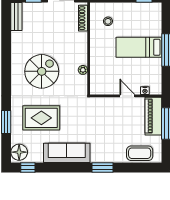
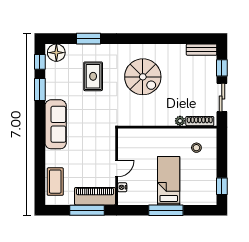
plant: (83, 70) -> (180, 121), moved
rug: (41, 118) -> (93, 76), width x0.73, depth x0.70
sofa: (67, 153) -> (56, 124), moved
window: (102, 168) -> (40, 90), moved

